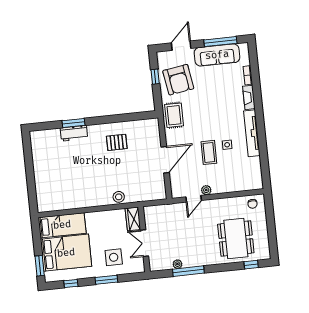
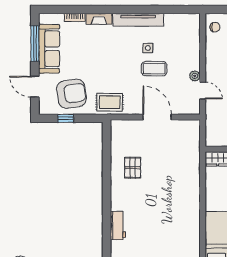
window: (73, 123) -> (107, 213), removed
workbench: (74, 133) -> (118, 225), moved
stool: (119, 197) -> (192, 172), removed

